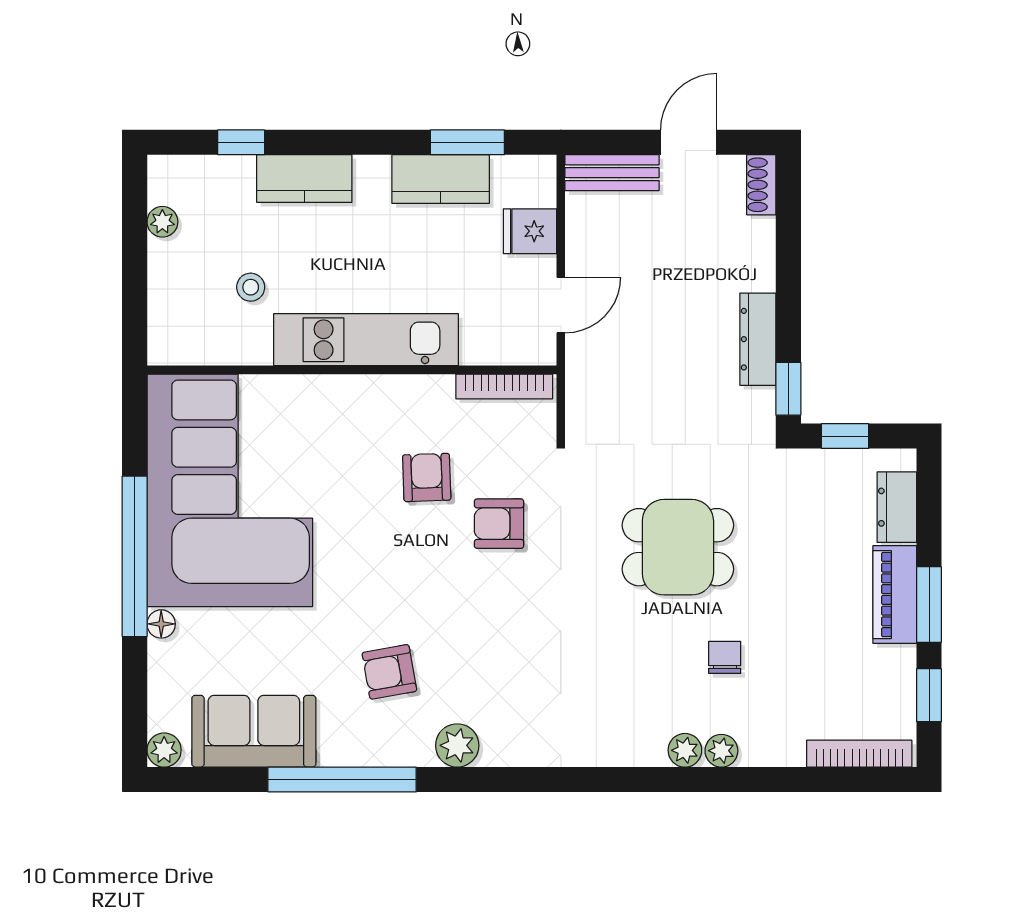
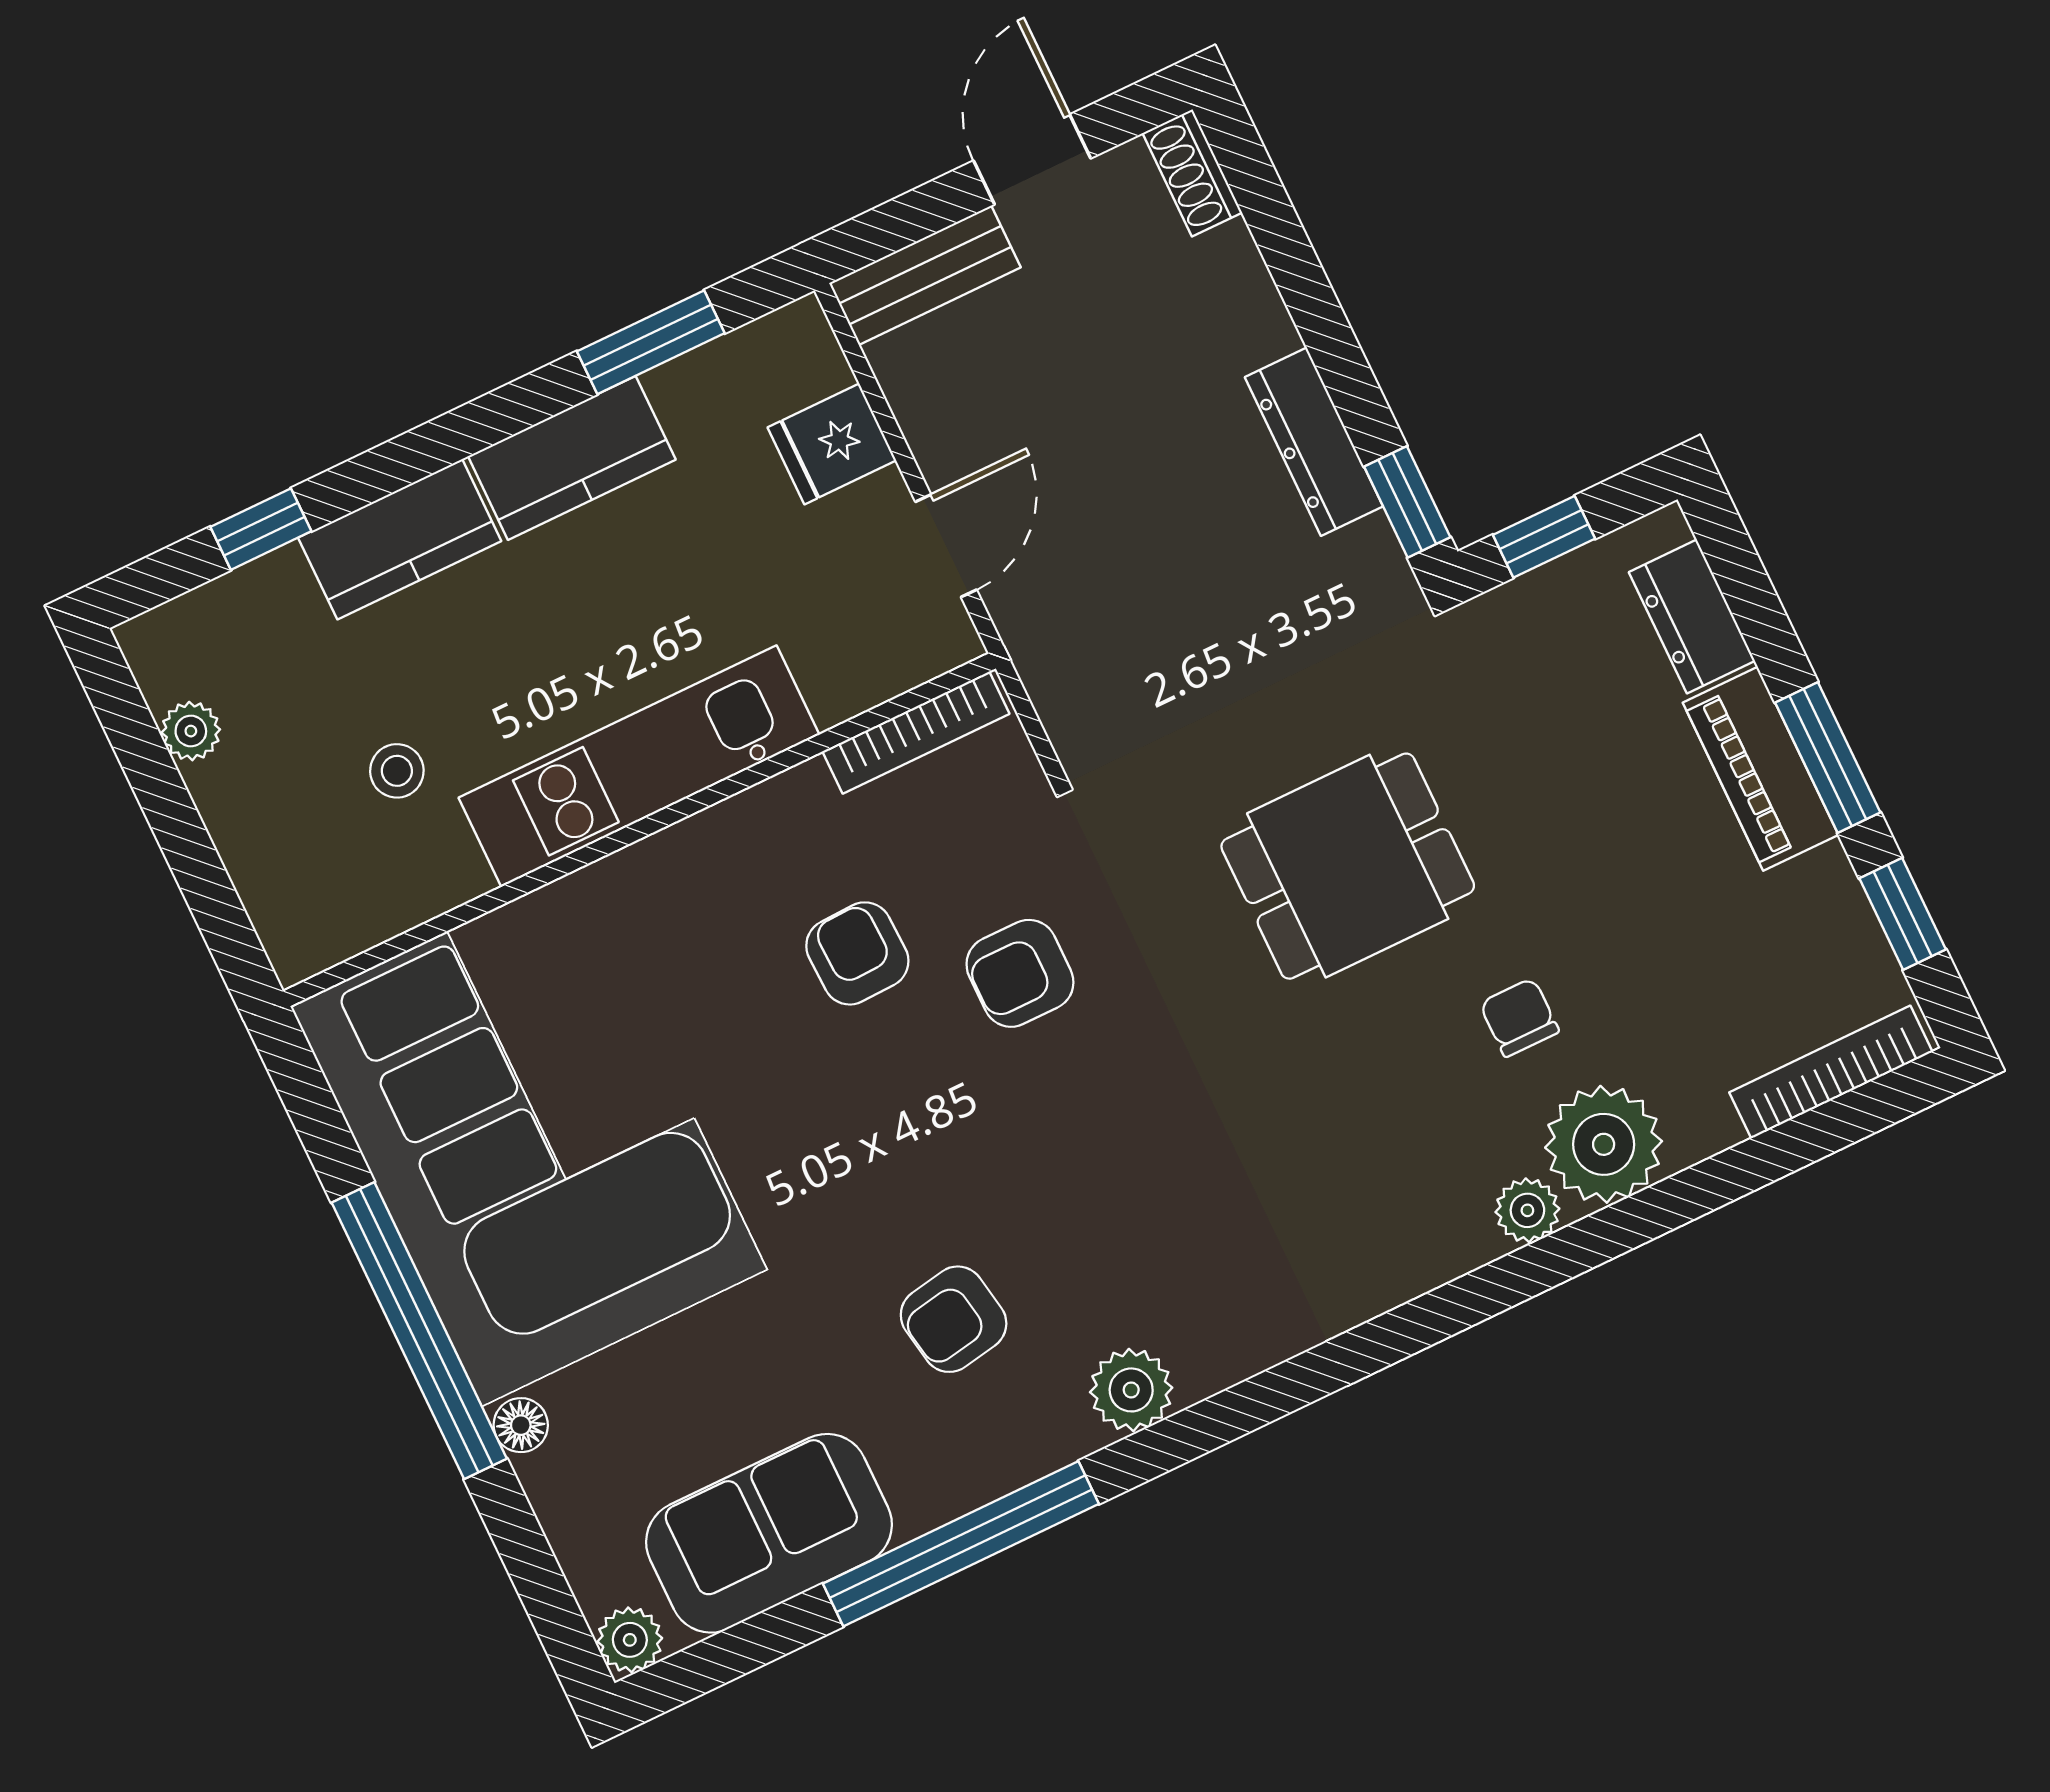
kitchen counter: (441, 179) -> (572, 458), moved
plant: (721, 751) -> (1604, 1144), width x1.88, depth x1.88

